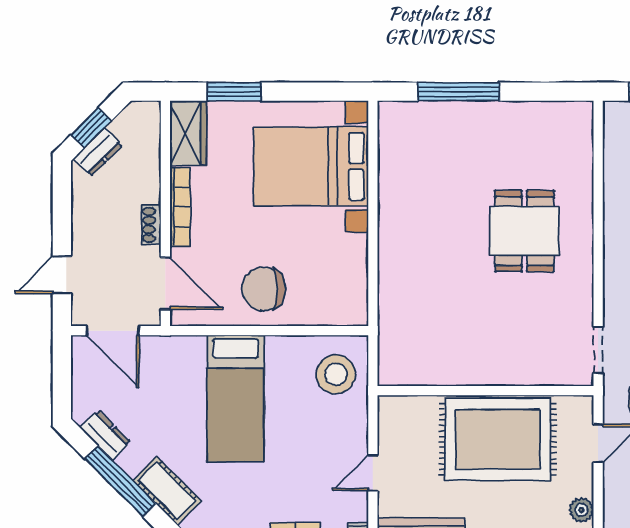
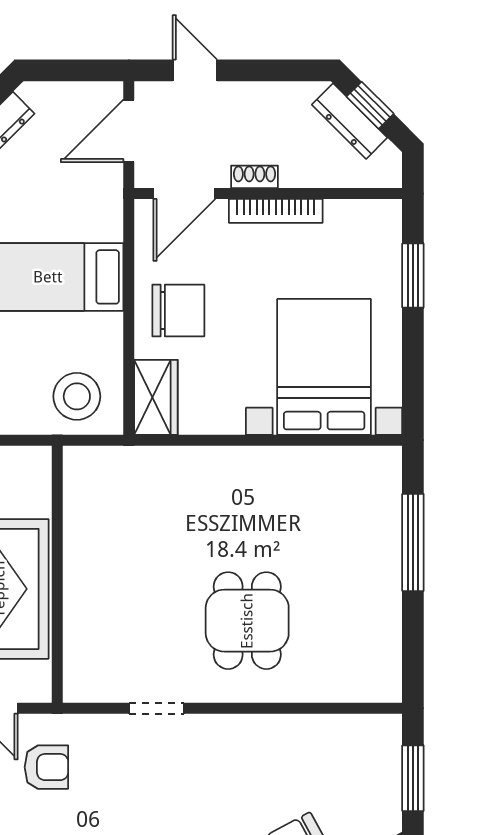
wardrobe: (188, 134) -> (156, 397), moved, turned -90
dresser: (98, 152) -> (350, 121), width x1.44
dining table: (524, 231) -> (247, 621), turned 90
chair: (264, 289) -> (178, 310), turned 90
doorway: (598, 350) -> (156, 708), moved

